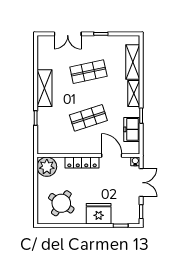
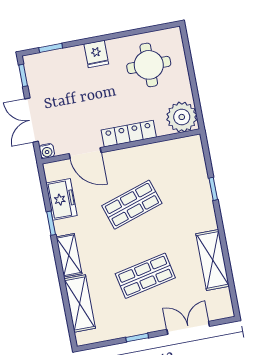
shelving: (44, 88) -> (213, 260), moved
round table: (61, 203) -> (149, 65), turned -34
fridge: (99, 214) -> (96, 54), width x0.53, depth x0.75

